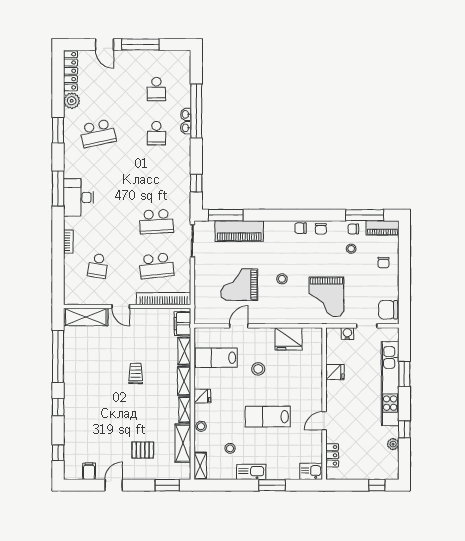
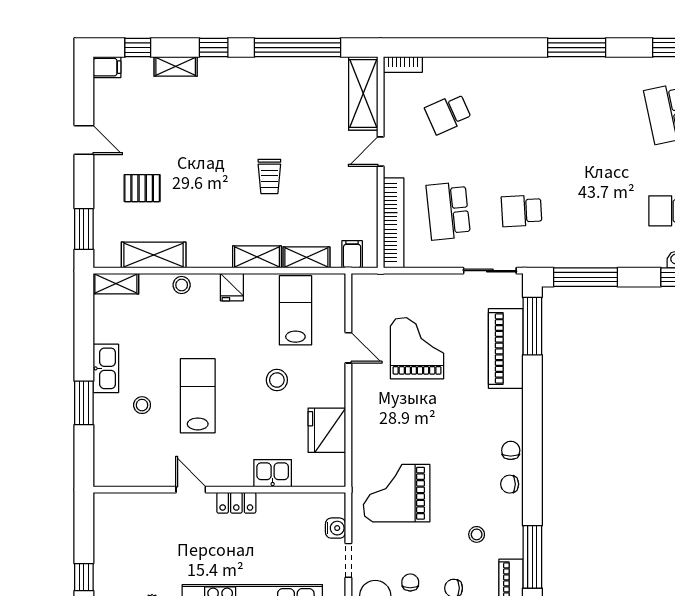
window: (196, 183) -> (586, 277), width x2.17
desk: (78, 197) -> (562, 81), removed
school desk: (156, 222) -> (522, 211), width x0.54
chair: (353, 229) -> (410, 582), moved
bookcase: (68, 242) -> (403, 65), moved
school desk: (98, 266) -> (448, 114), turned -33
stool: (282, 279) -> (426, 419), removed
filing cabinet: (182, 324) -> (352, 254), width x0.50
fridge: (335, 372) -> (271, 507), removed
trolley: (136, 373) -> (269, 176), turned 90
shelving: (185, 410) -> (176, 66), moved
stool: (230, 448) -> (142, 405), moved
pallet: (143, 450) -> (142, 188), turned 90
locker: (332, 455) -> (236, 503), moved
filing cabinet: (89, 471) -> (107, 67), moved
kitchen sink: (311, 471) -> (273, 473), moved, turned -90

